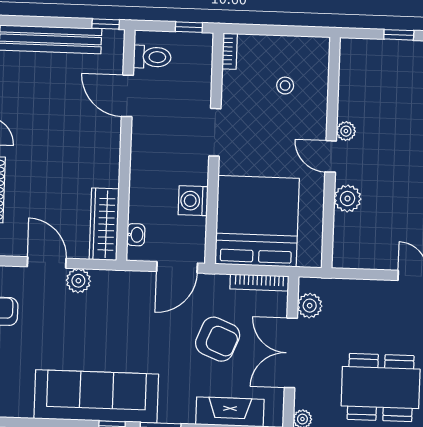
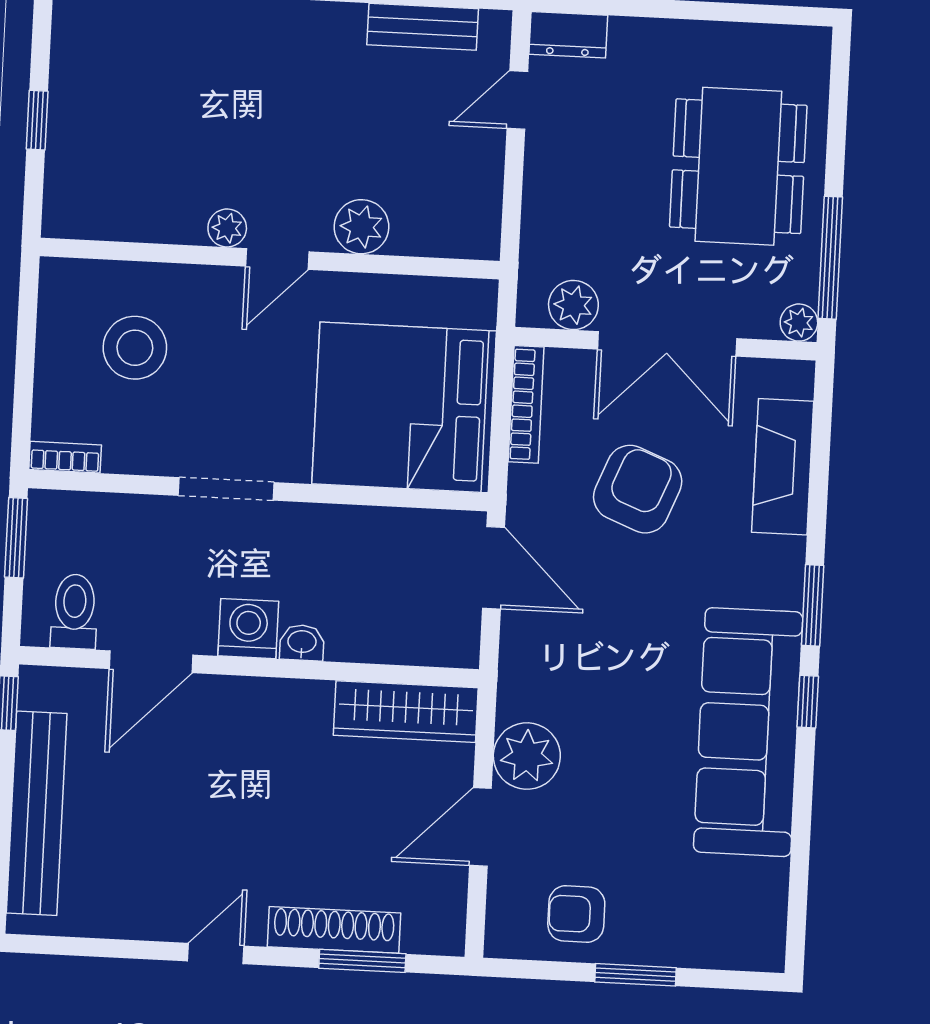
window: (189, 27) -> (16, 538), width x1.50
stool: (285, 86) -> (135, 348), width x1.89, depth x1.89
washing machine: (193, 201) -> (248, 629), moved, turned 180
washbasin: (136, 235) -> (302, 643), moved
plant: (78, 281) -> (527, 756), width x1.36, depth x1.36

